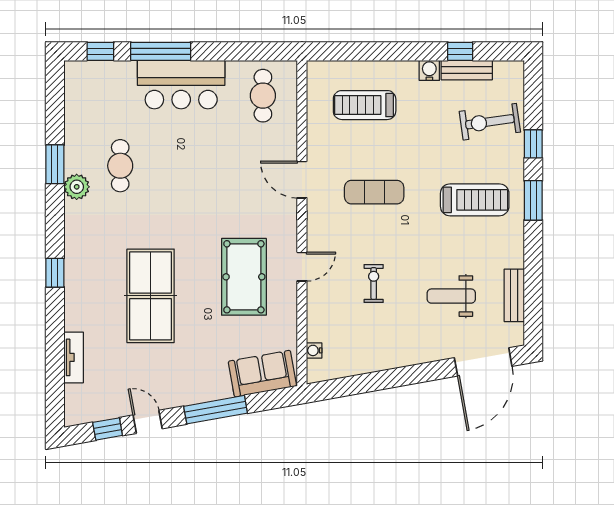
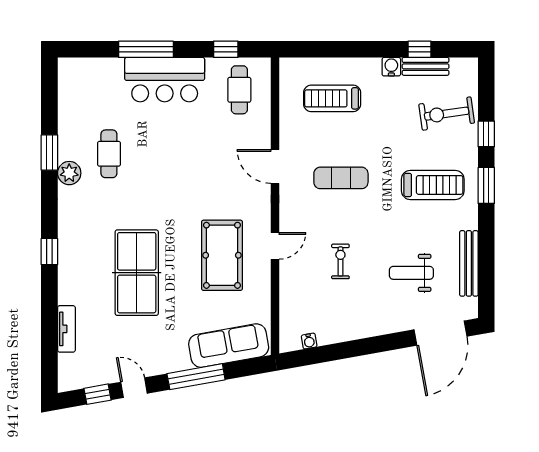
window: (100, 51) -> (226, 49), moved
bench: (514, 295) -> (469, 263), width x1.36
water cooler: (314, 350) -> (309, 341), moved, turned -100
sofa: (262, 374) -> (229, 346), width x1.36

